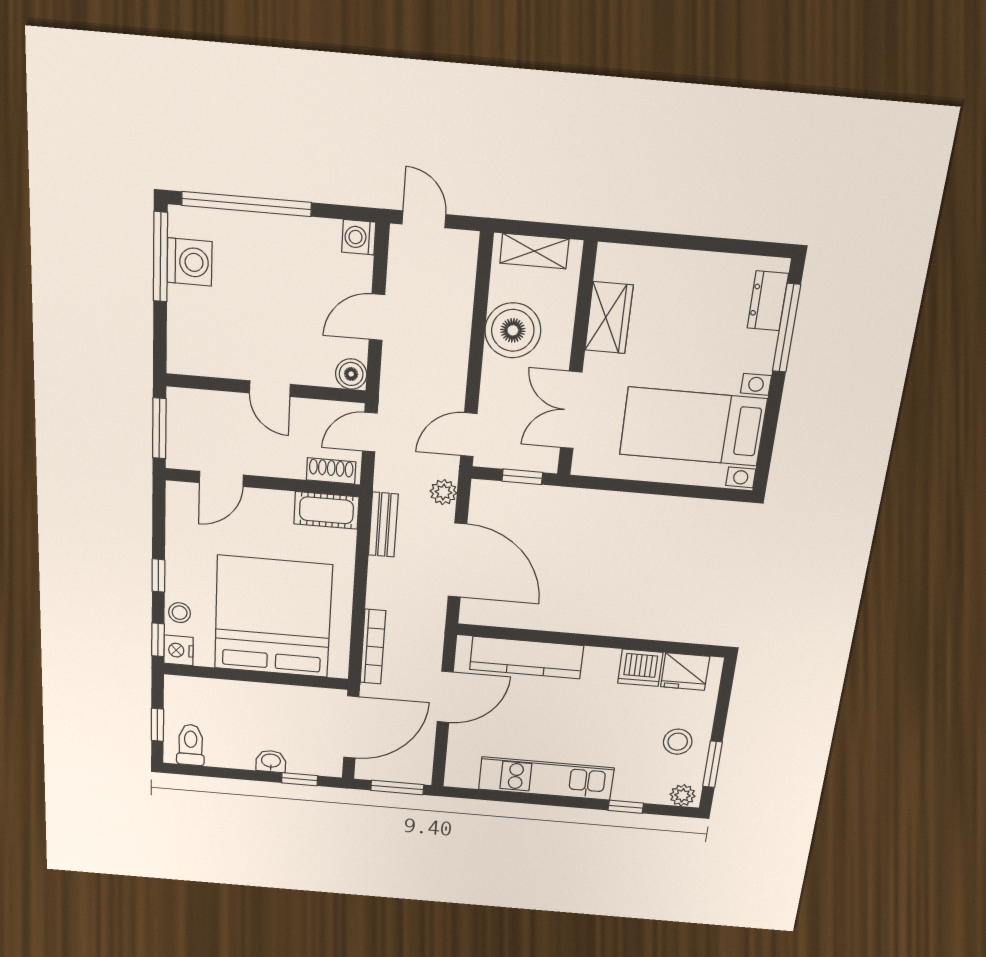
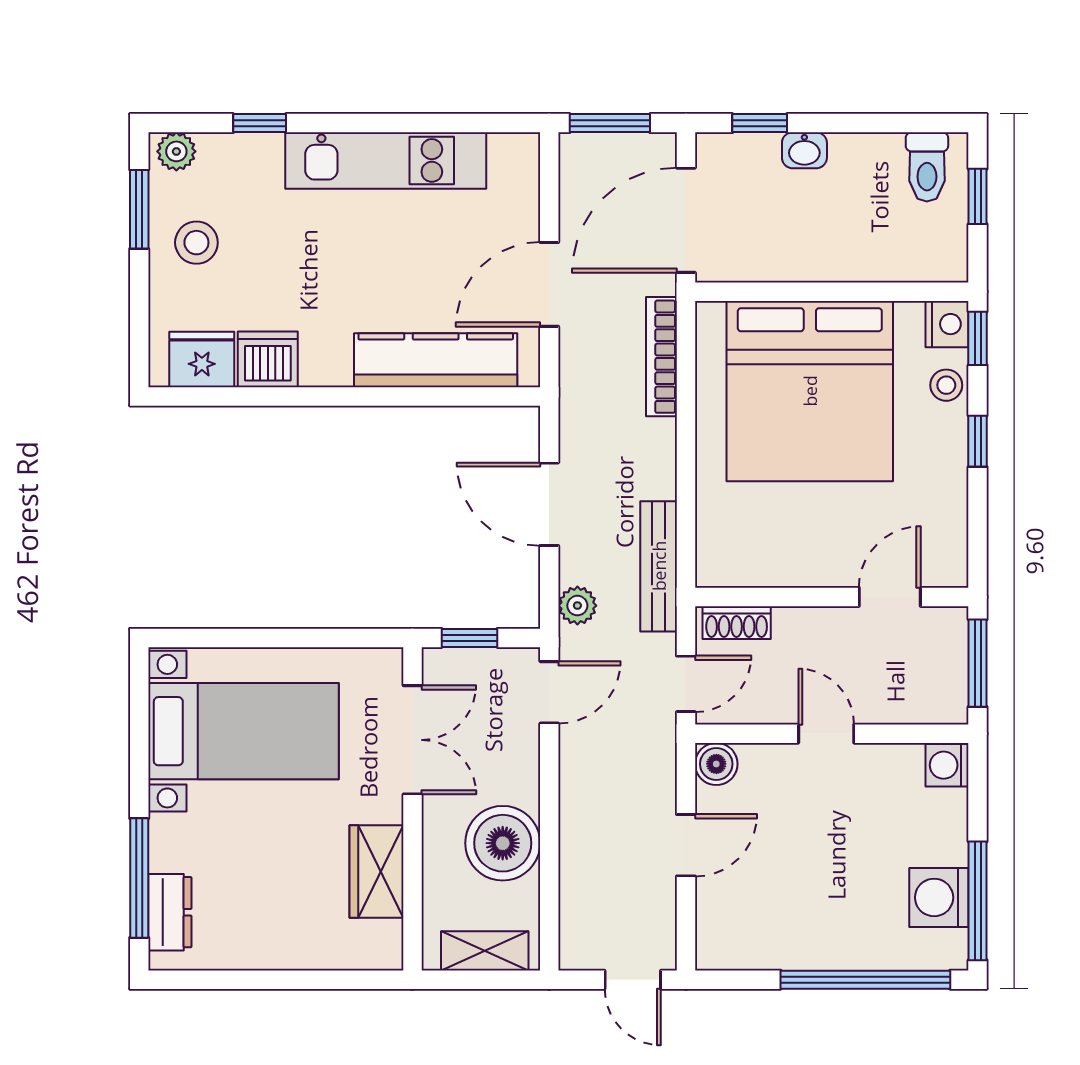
washing machine: (359, 237) -> (947, 765), moved, turned 180
cot: (326, 510) -> (740, 563), removed
bench: (383, 525) -> (659, 566), width x1.36
door: (457, 560) -> (549, 504), width x0.73

